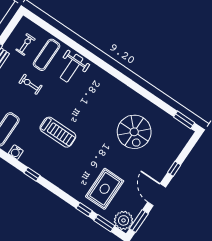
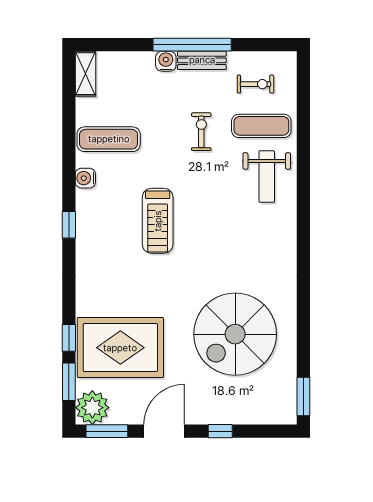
weight bench: (72, 68) -> (267, 177), turned -90
spiral stairs: (134, 132) -> (235, 334), width x1.37, depth x1.37
rug: (105, 189) -> (120, 348), width x1.37, depth x1.44

